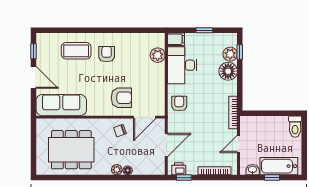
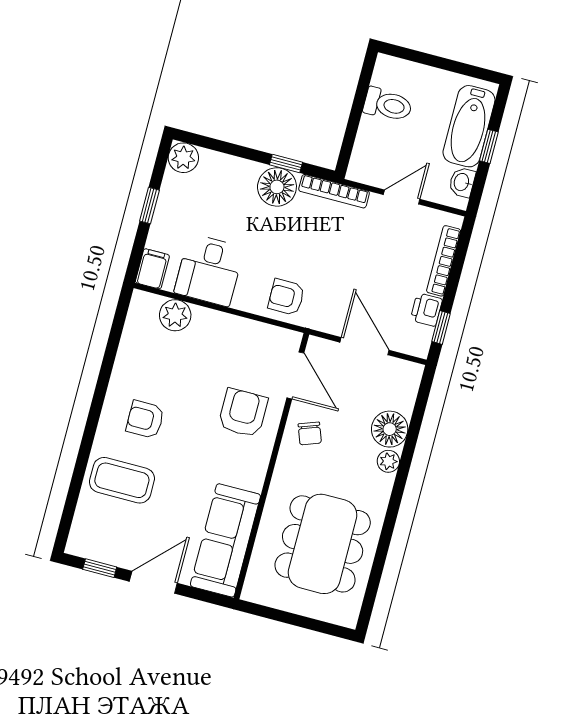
coffee table: (76, 51) -> (122, 480), turned 90
window: (240, 52) -> (286, 164), moved
plant: (230, 54) -> (183, 158), moved
desk: (182, 65) -> (209, 270), width x0.73
floor lamp: (228, 71) -> (277, 187), moved
toilet: (295, 127) -> (388, 105), moved
door: (239, 144) -> (402, 197), swing flipped
printer: (179, 169) -> (426, 310), moved
floor lamp: (128, 170) -> (390, 429), width x1.89, depth x1.89

